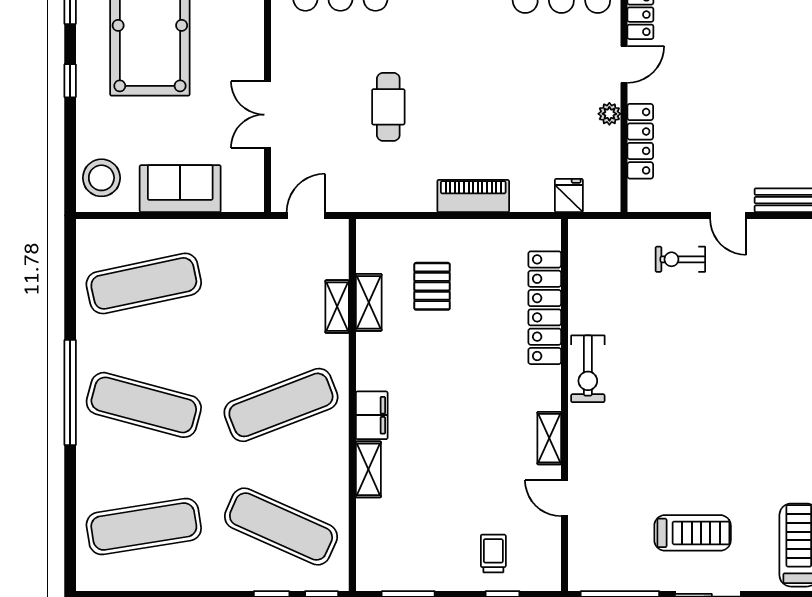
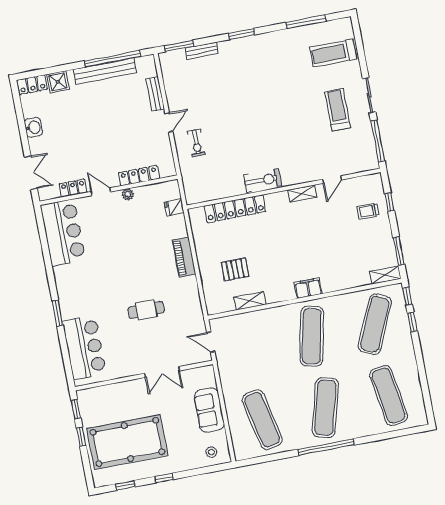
stool: (101, 178) -> (211, 452), width x0.53, depth x0.53
shelving: (337, 307) -> (255, 317), removed
exercise mat: (281, 405) -> (312, 336), turned 33
shelving: (368, 469) -> (385, 275), moved

